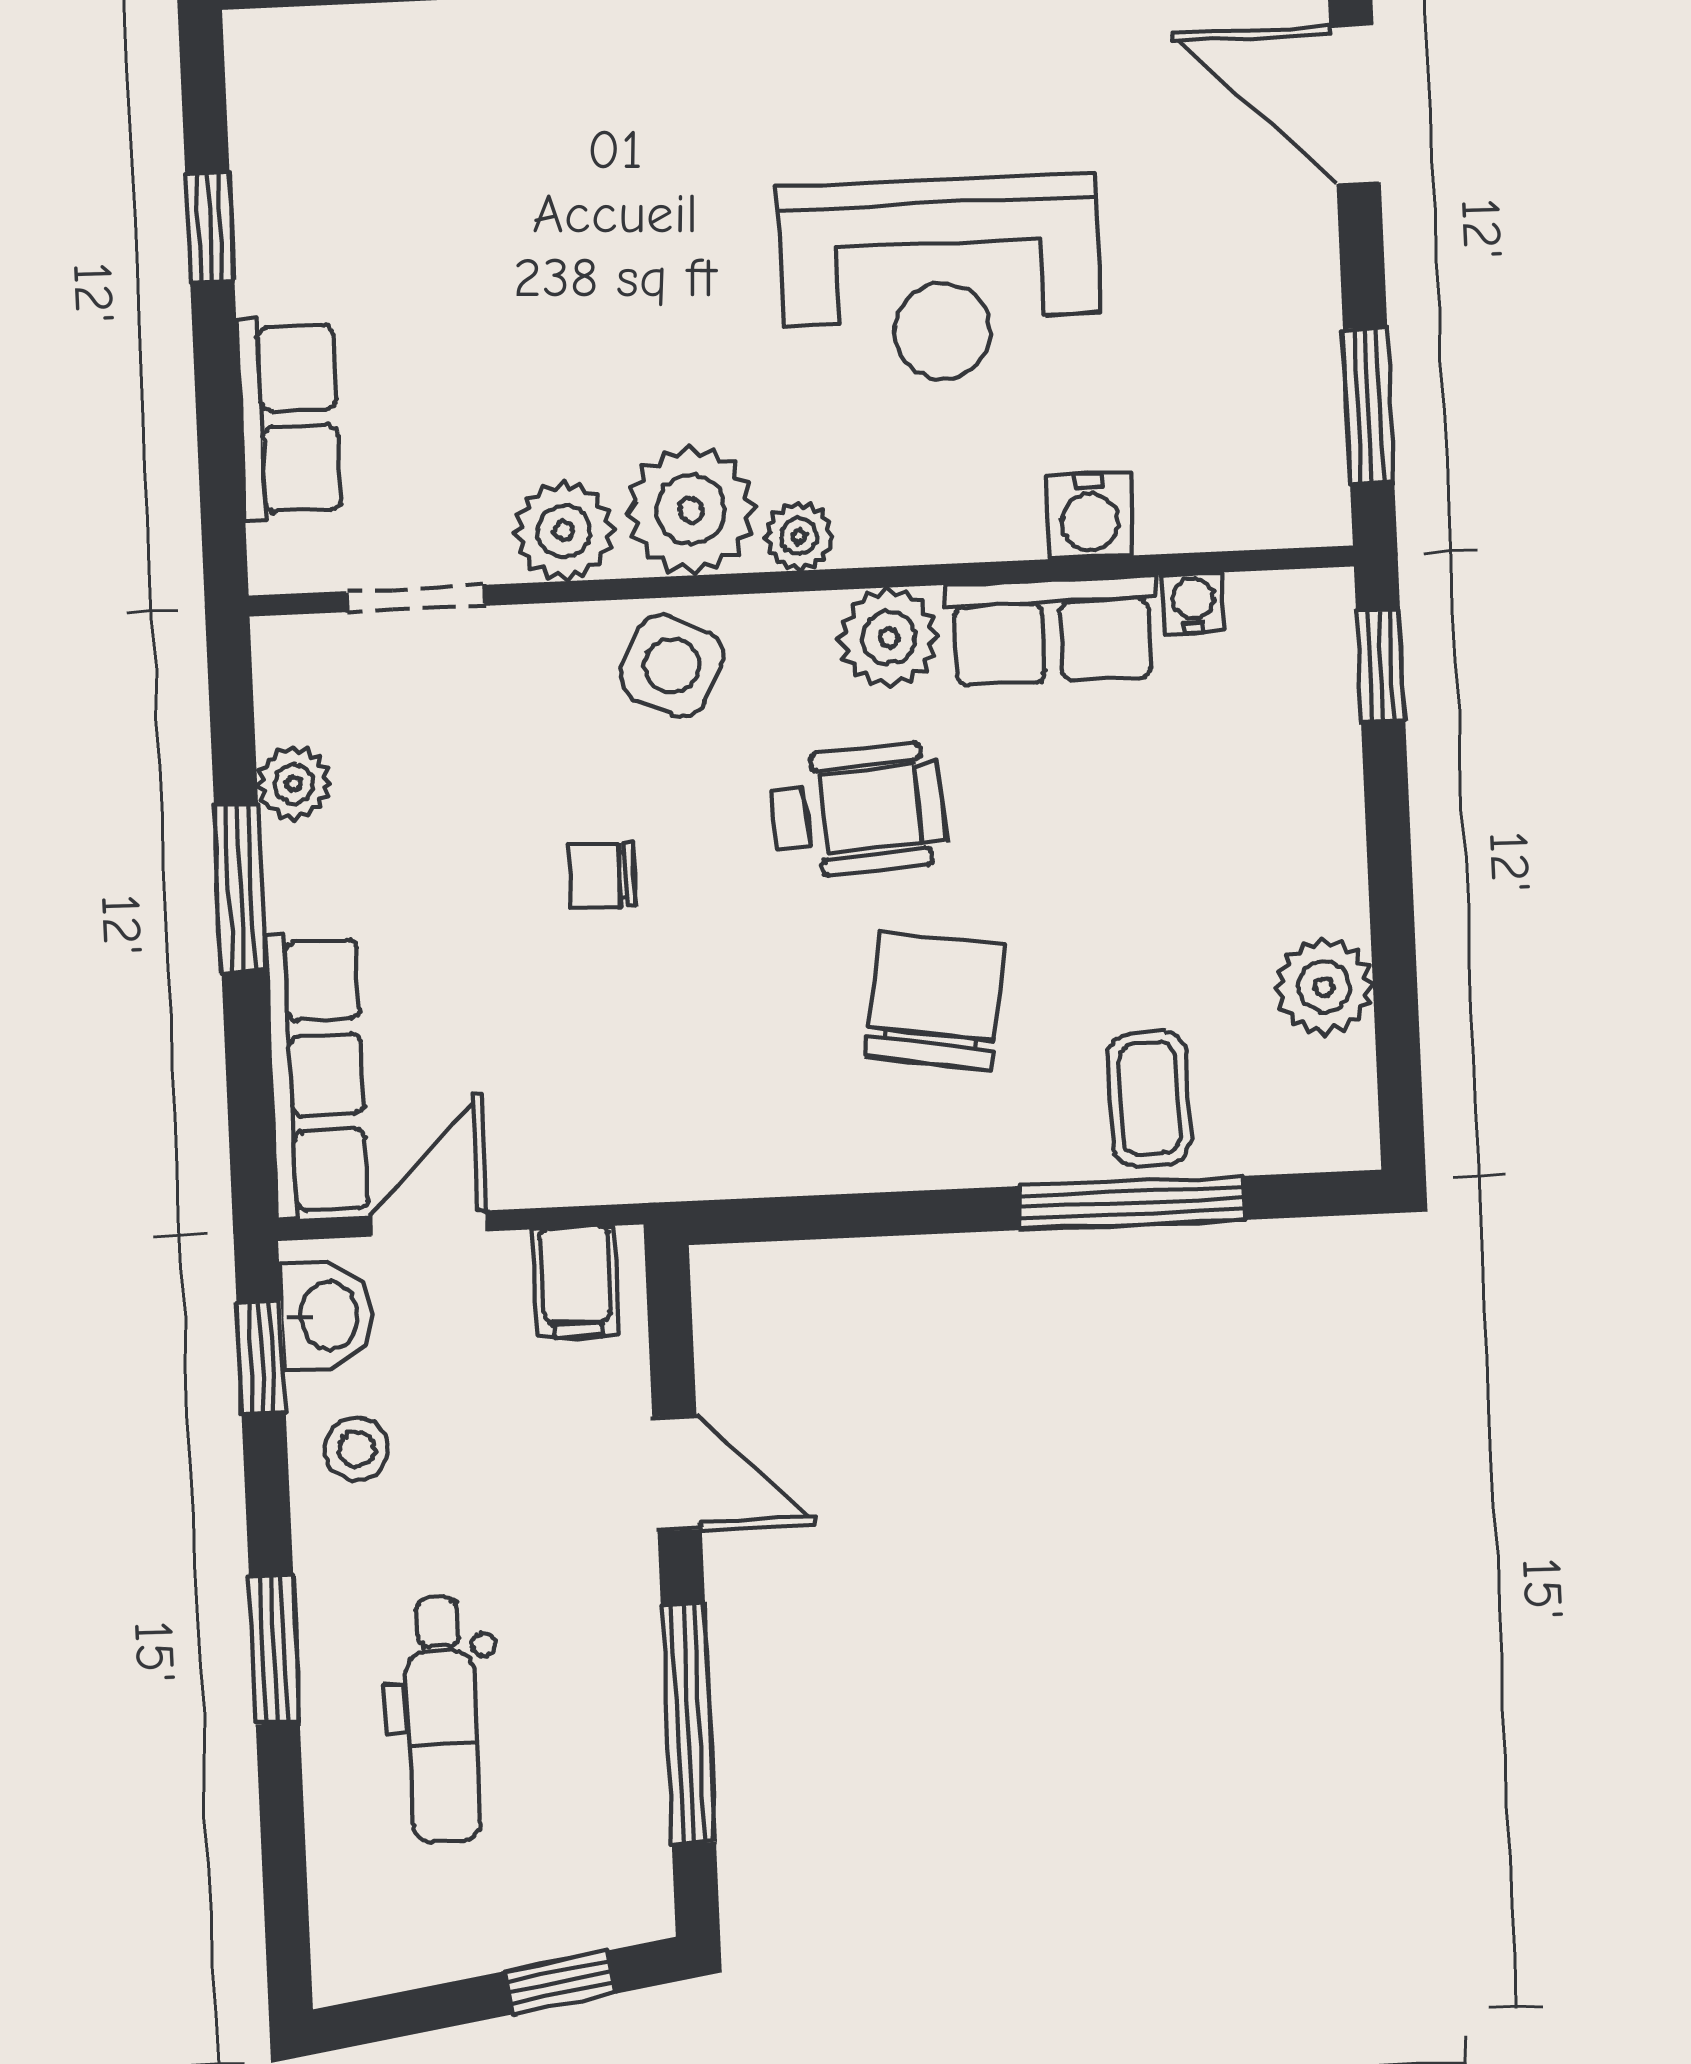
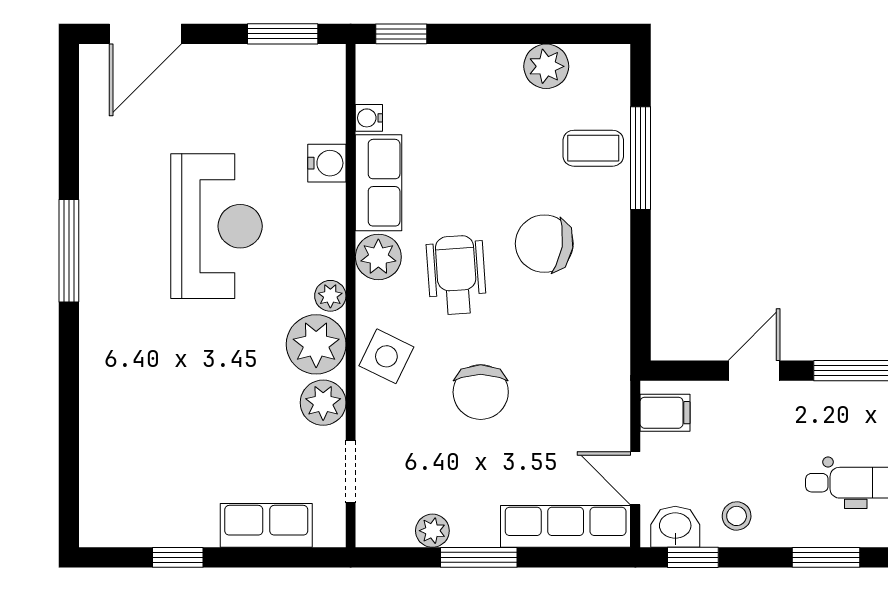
chair: (603, 876) -> (481, 392), width x1.87, depth x1.87

